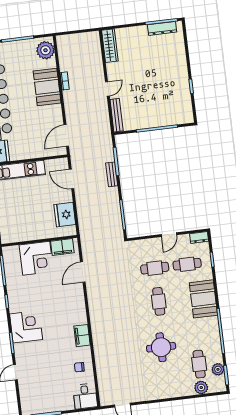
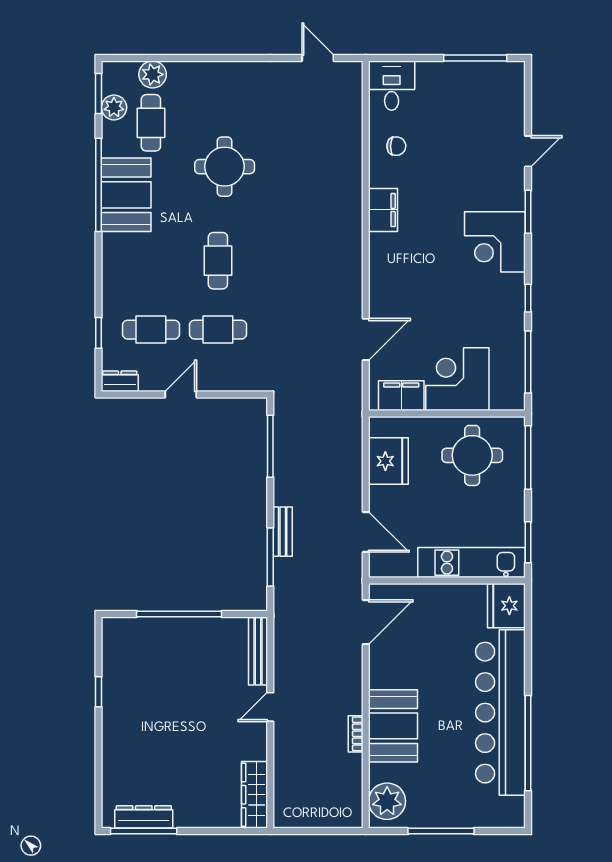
round table: (25, 222) -> (472, 455), added
booth: (203, 299) -> (126, 195), moved

